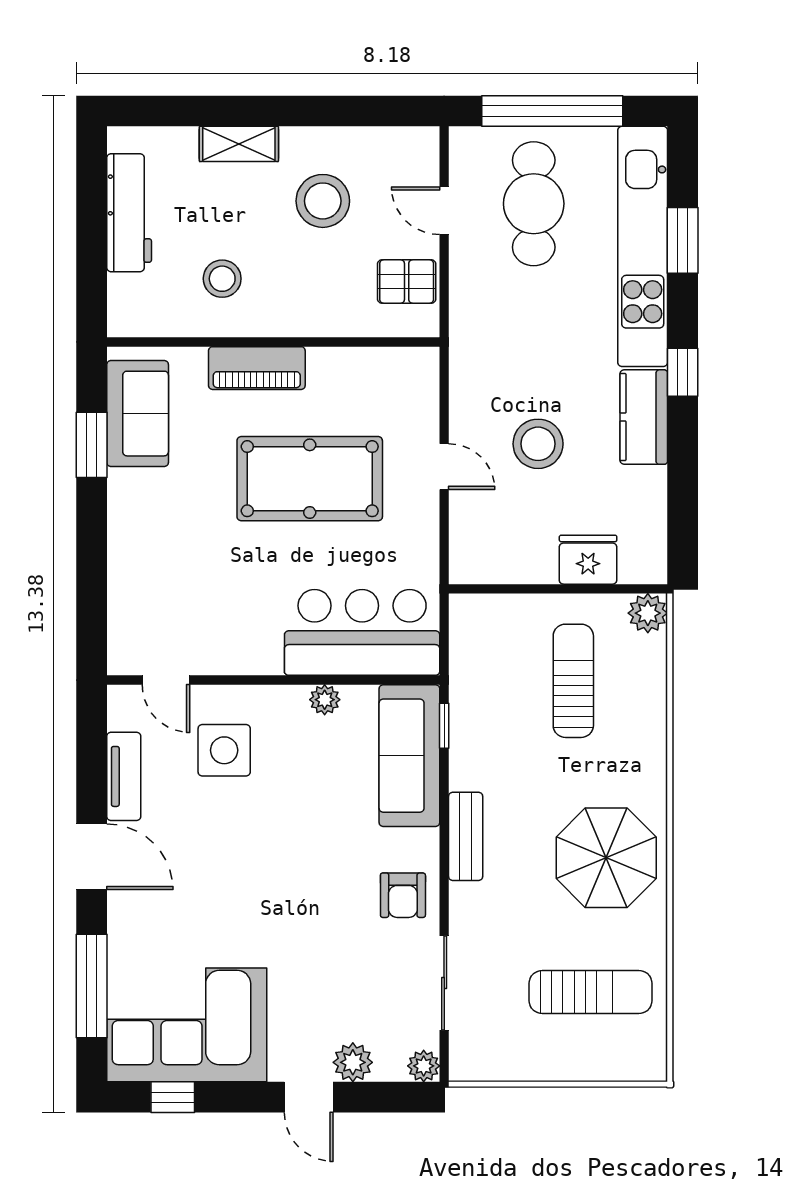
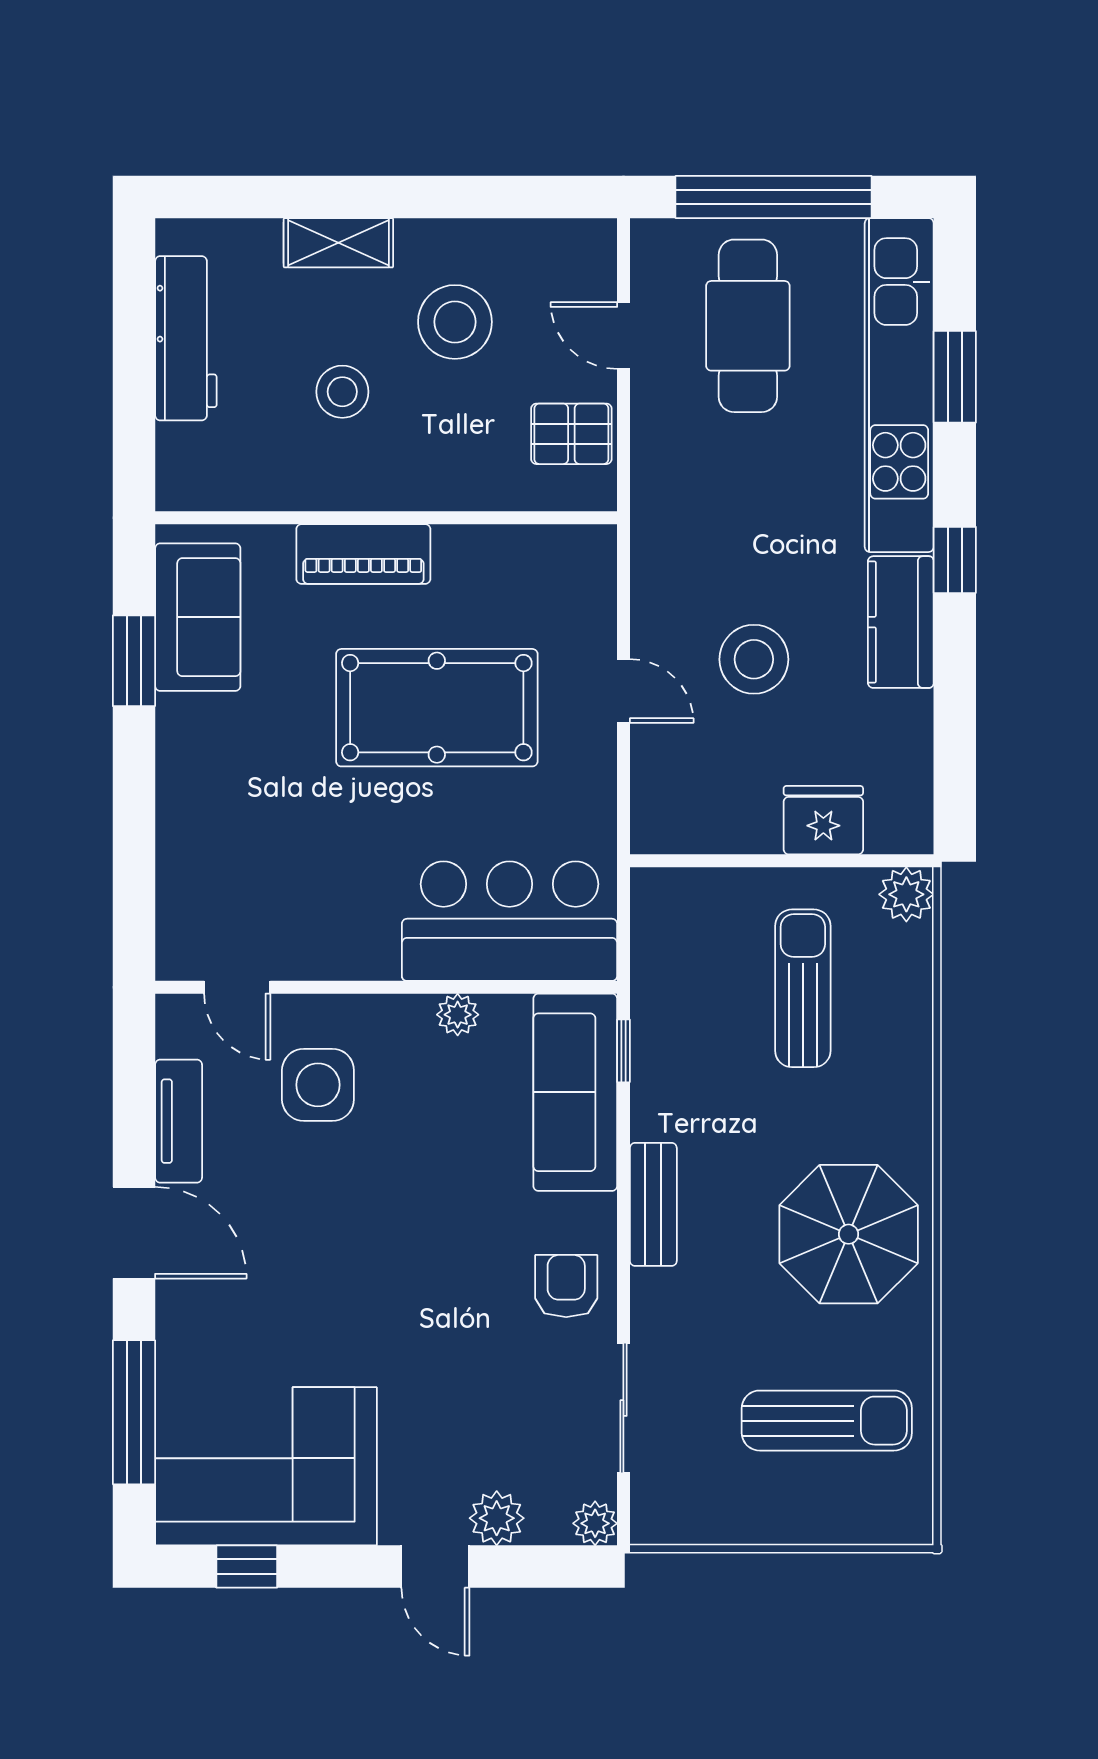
stool: (222, 279) -> (342, 392), moved
armchair: (403, 895) -> (566, 1286), turned 180

